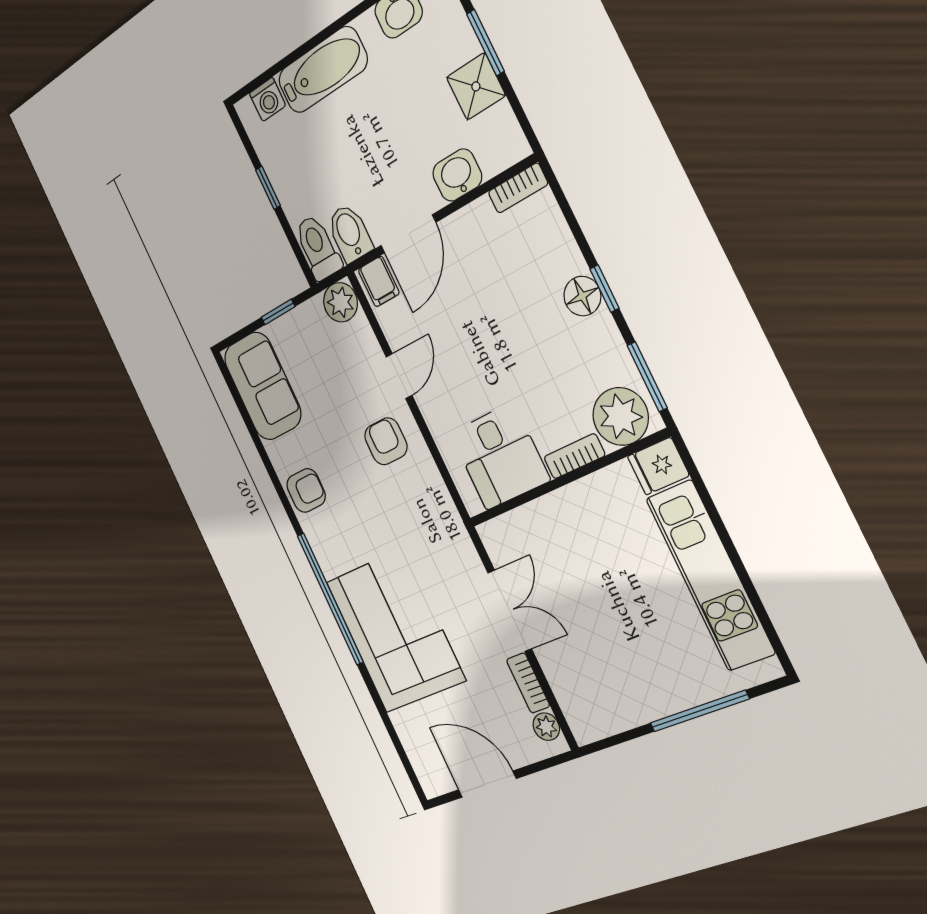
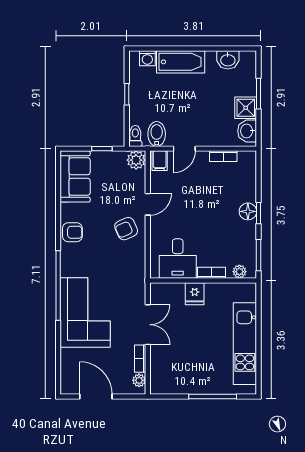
washbasin: (457, 175) -> (247, 131), moved, turned -90
bookcase: (518, 188) -> (223, 156), moved
door: (408, 234) -> (184, 149), width x0.73
toilet: (318, 247) -> (135, 136), width x0.73, depth x0.72
plant: (621, 416) -> (239, 272), width x0.53, depth x0.53
armchair: (386, 441) -> (126, 229), turned -114
fridge: (658, 466) -> (195, 294), moved, turned -90

